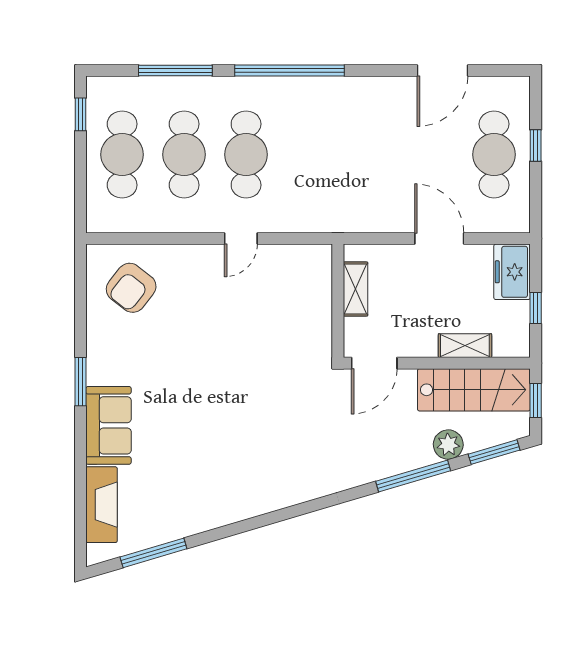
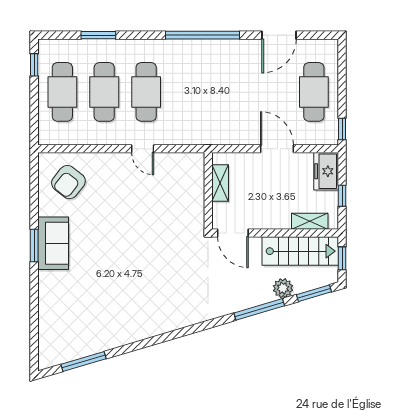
window: (175, 71) -> (98, 35), width x0.69
window: (289, 71) -> (202, 35), moved
window: (536, 145) -> (342, 129), moved
door: (241, 238) -> (143, 149), hinge flipped
shelving: (465, 346) -> (310, 221), moved
door: (374, 363) -> (233, 233), hinge flipped
sofa: (108, 425) -> (53, 243), moved
fireplace: (102, 505) -> (48, 329), removed

